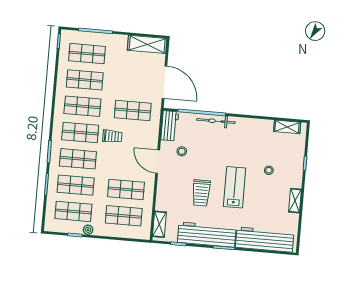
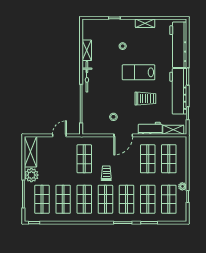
plant: (118, 43) -> (31, 175), added
door: (164, 82) -> (59, 135), width x0.53
bicycle: (216, 121) -> (87, 77), moved
workbench: (170, 126) -> (150, 128), moved
shelving: (287, 127) -> (87, 50), moved

